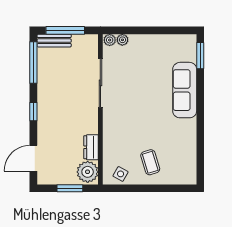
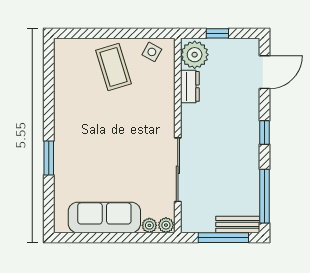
window: (200, 56) -> (49, 158), moved
sofa: (185, 90) -> (104, 217), moved, turned -90
coffee table: (150, 162) -> (114, 67), width x1.36, depth x1.30
window: (70, 188) -> (217, 33), width x0.67

